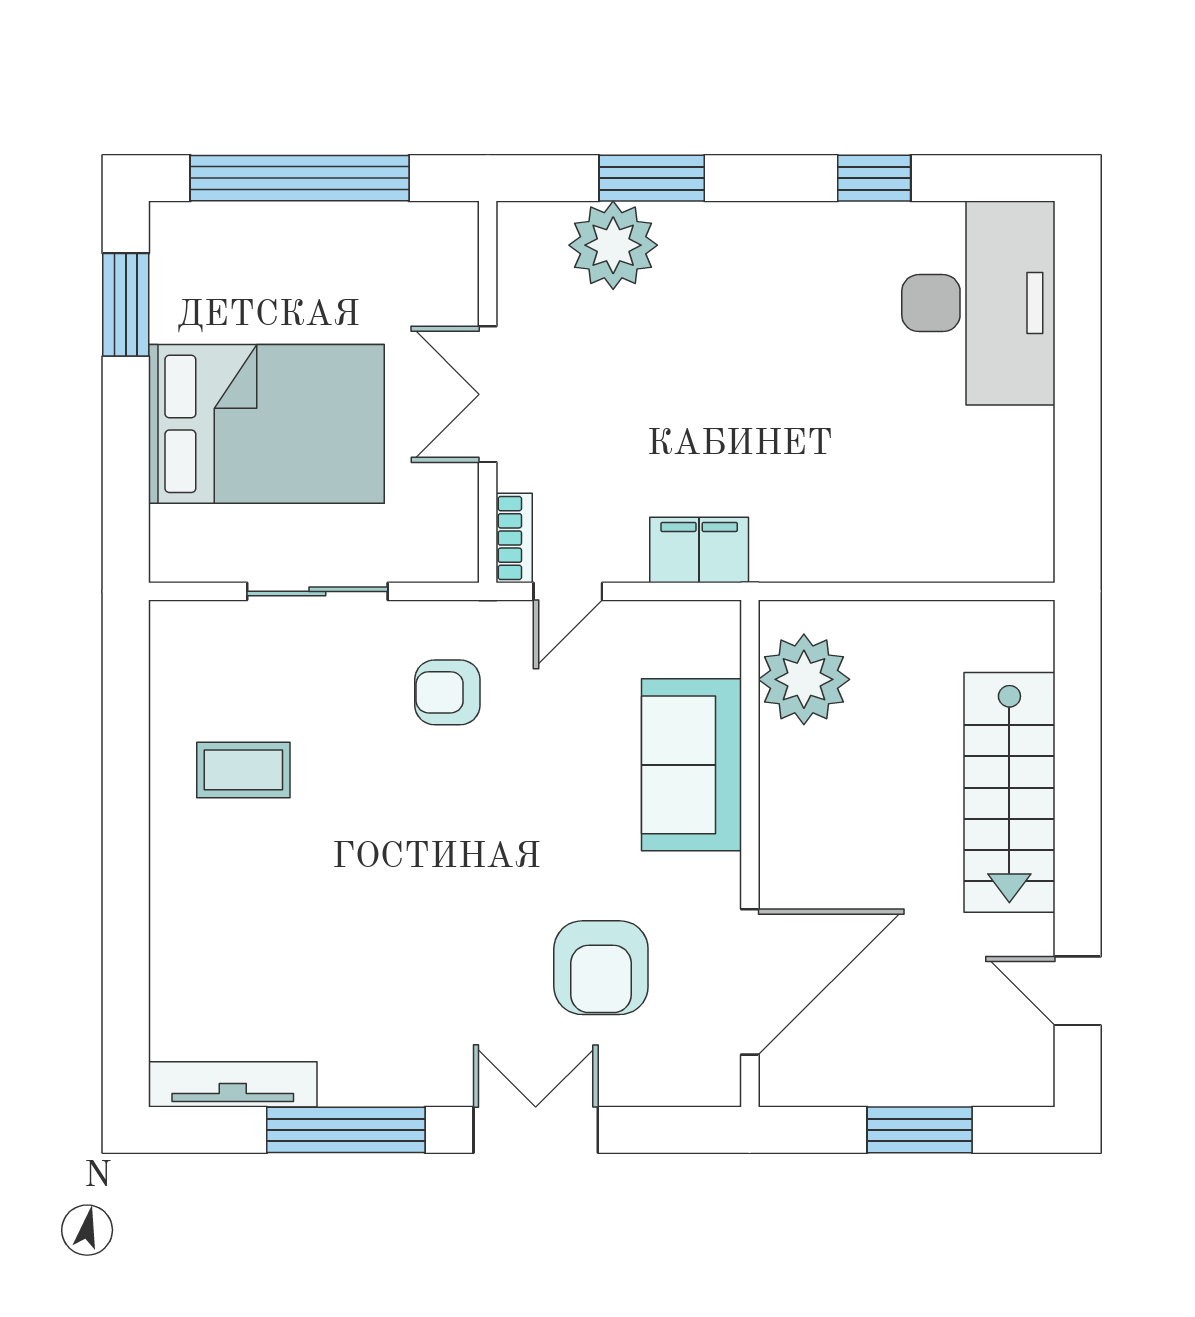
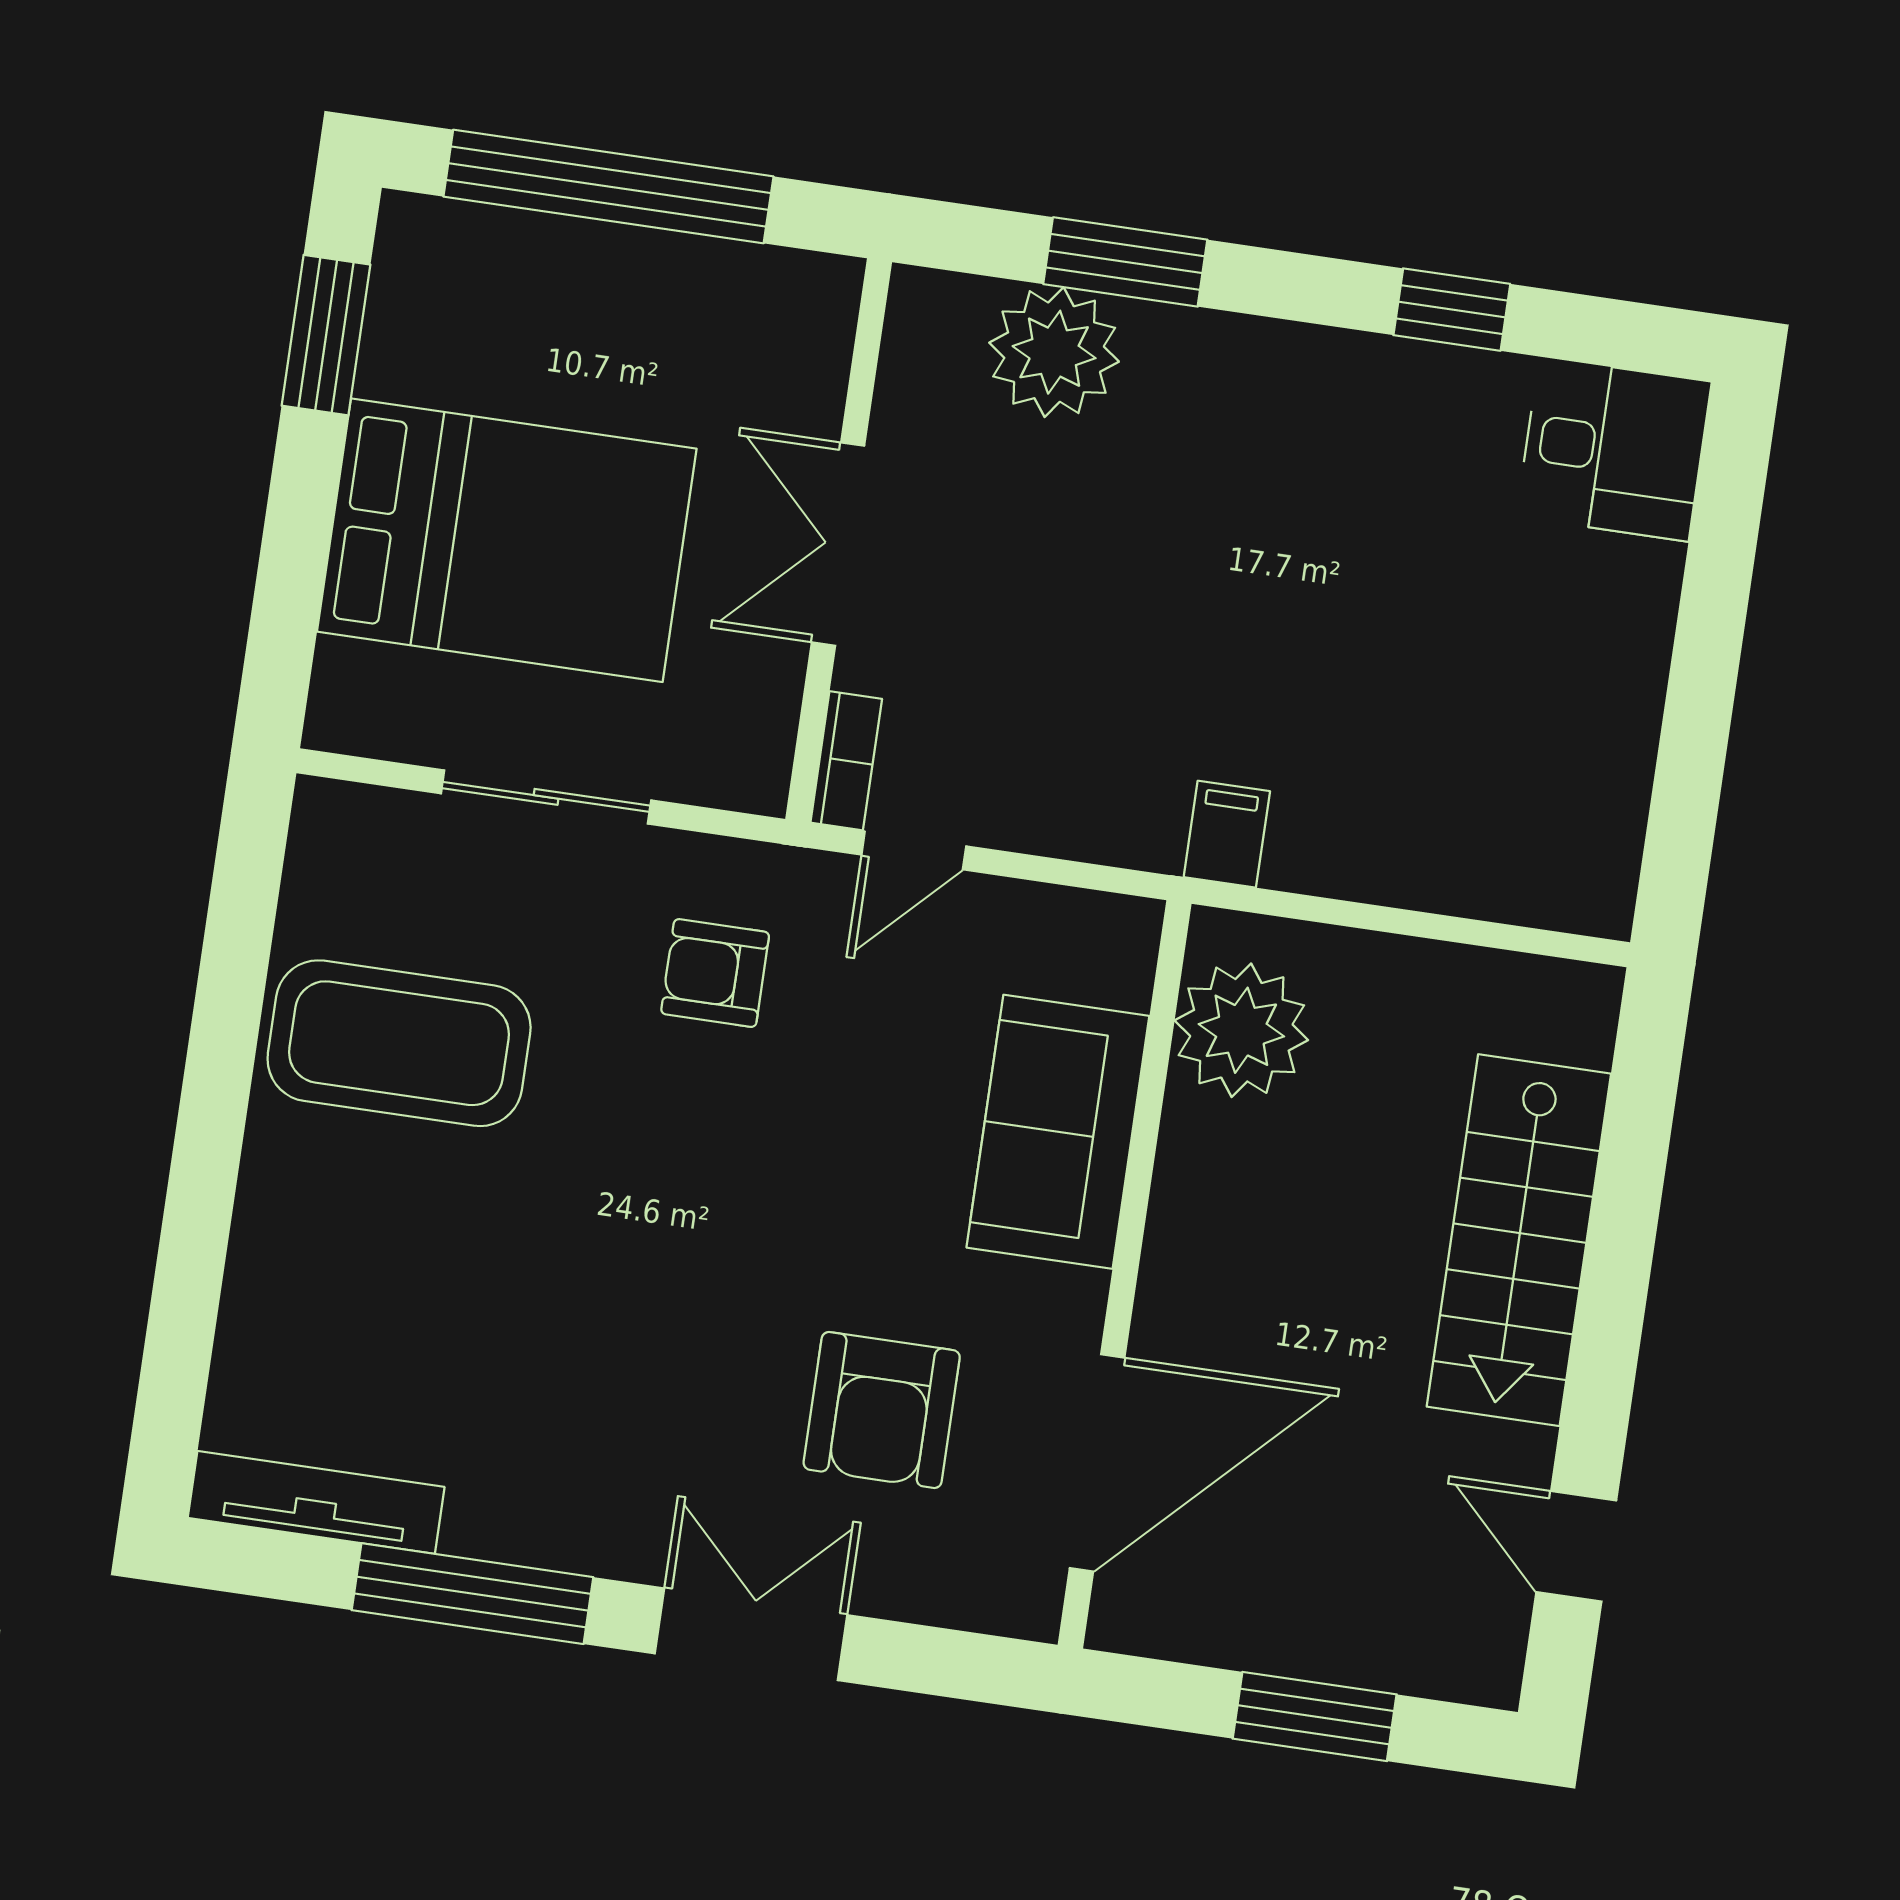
desk: (978, 303) -> (1614, 449), width x0.53, depth x0.77
filing cabinet: (699, 550) -> (1227, 834), moved, width x0.50
coffee table: (243, 770) -> (399, 1043), width x1.86, depth x1.72

